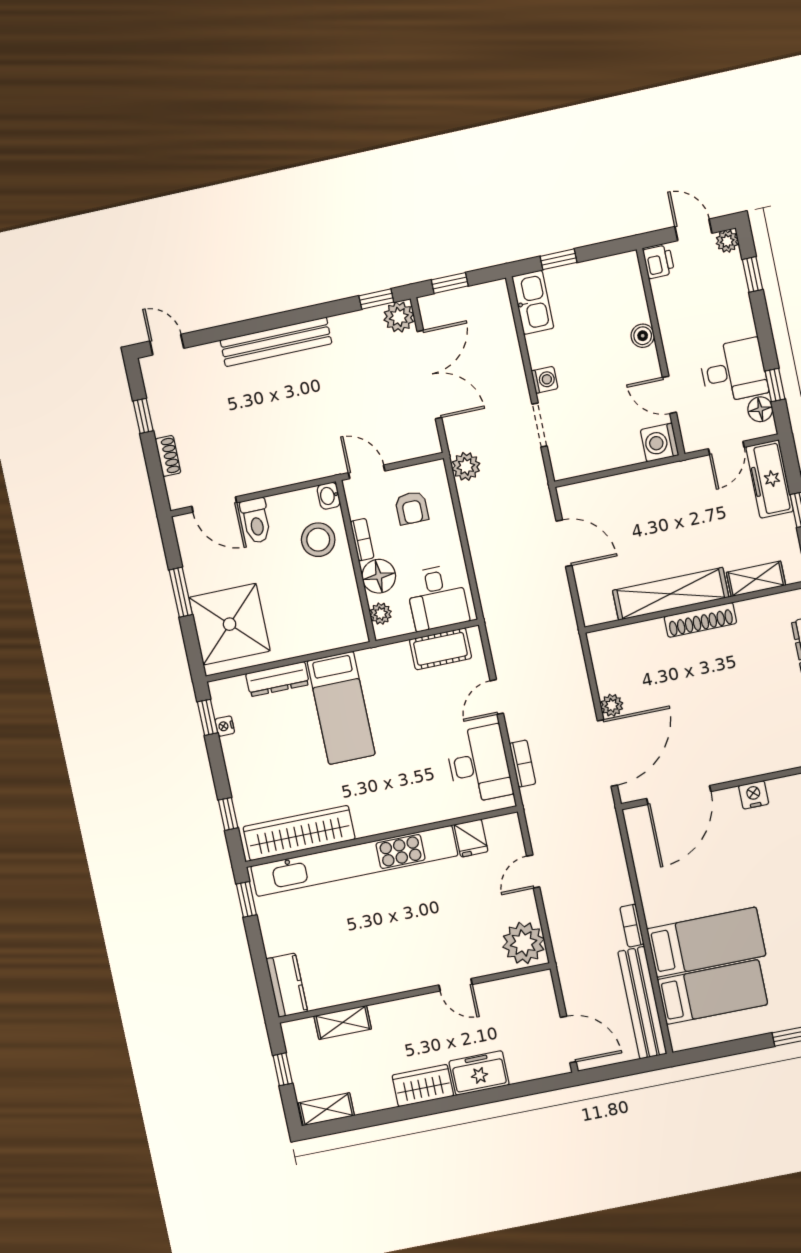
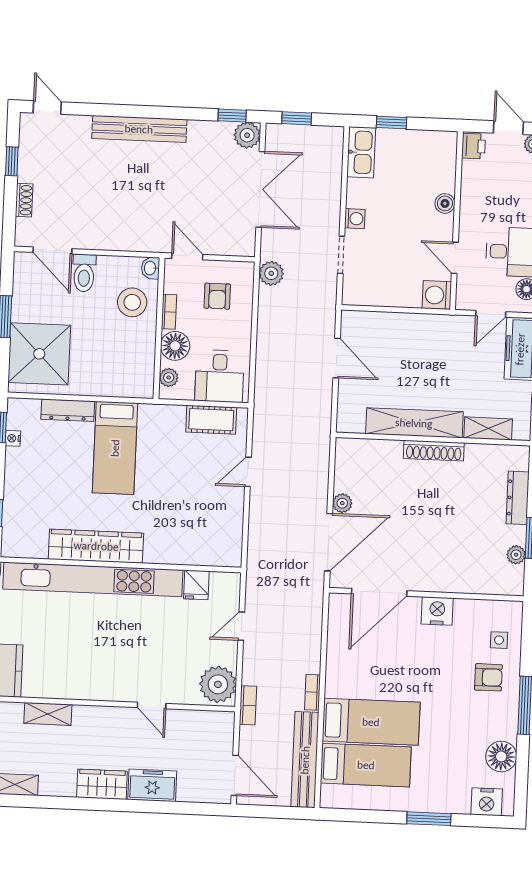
desk: (479, 764) -> (219, 524), removed
bookcase: (523, 764) -> (248, 705), moved
nightstand: (754, 795) -> (437, 611), width x1.36, depth x1.33
wardrobe: (299, 833) -> (96, 546), moved

